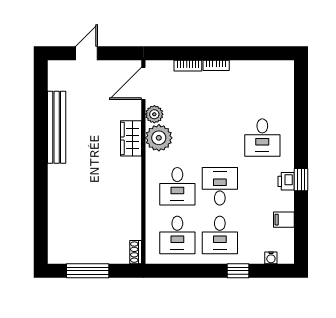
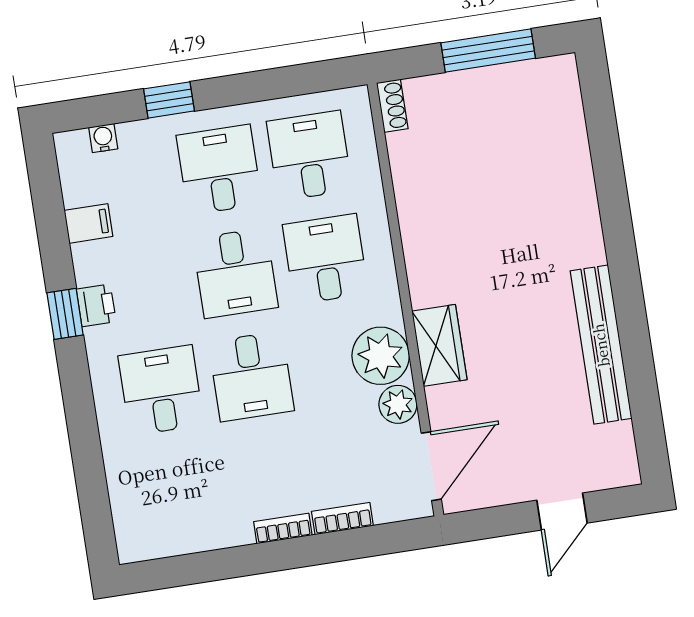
desk: (220, 138) -> (251, 376), added

